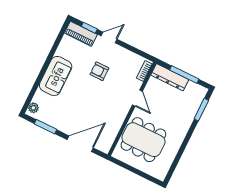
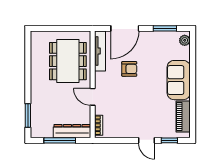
piano: (81, 34) -> (183, 116), moved, turned -90
door: (109, 37) -> (147, 140), hinge flipped
armchair: (99, 71) -> (129, 69), moved
tv unit: (111, 135) -> (100, 51), added
dining table: (143, 140) -> (68, 61), turned 90

